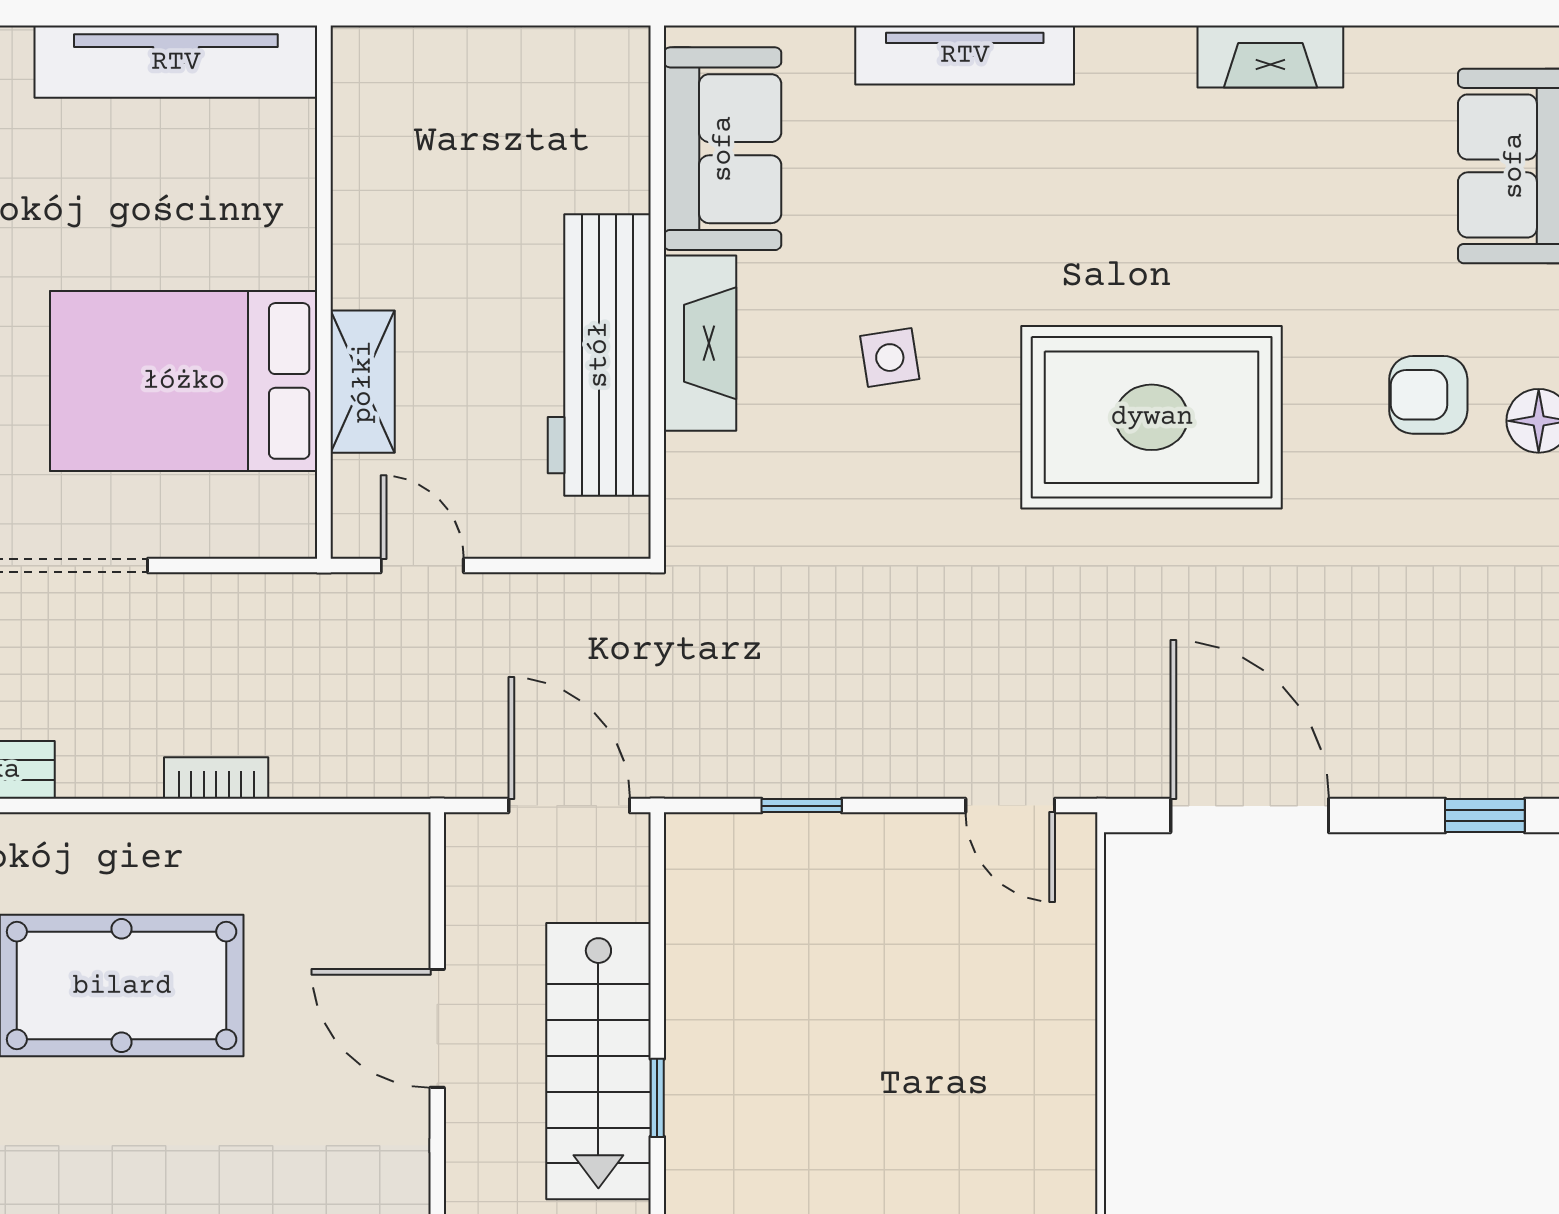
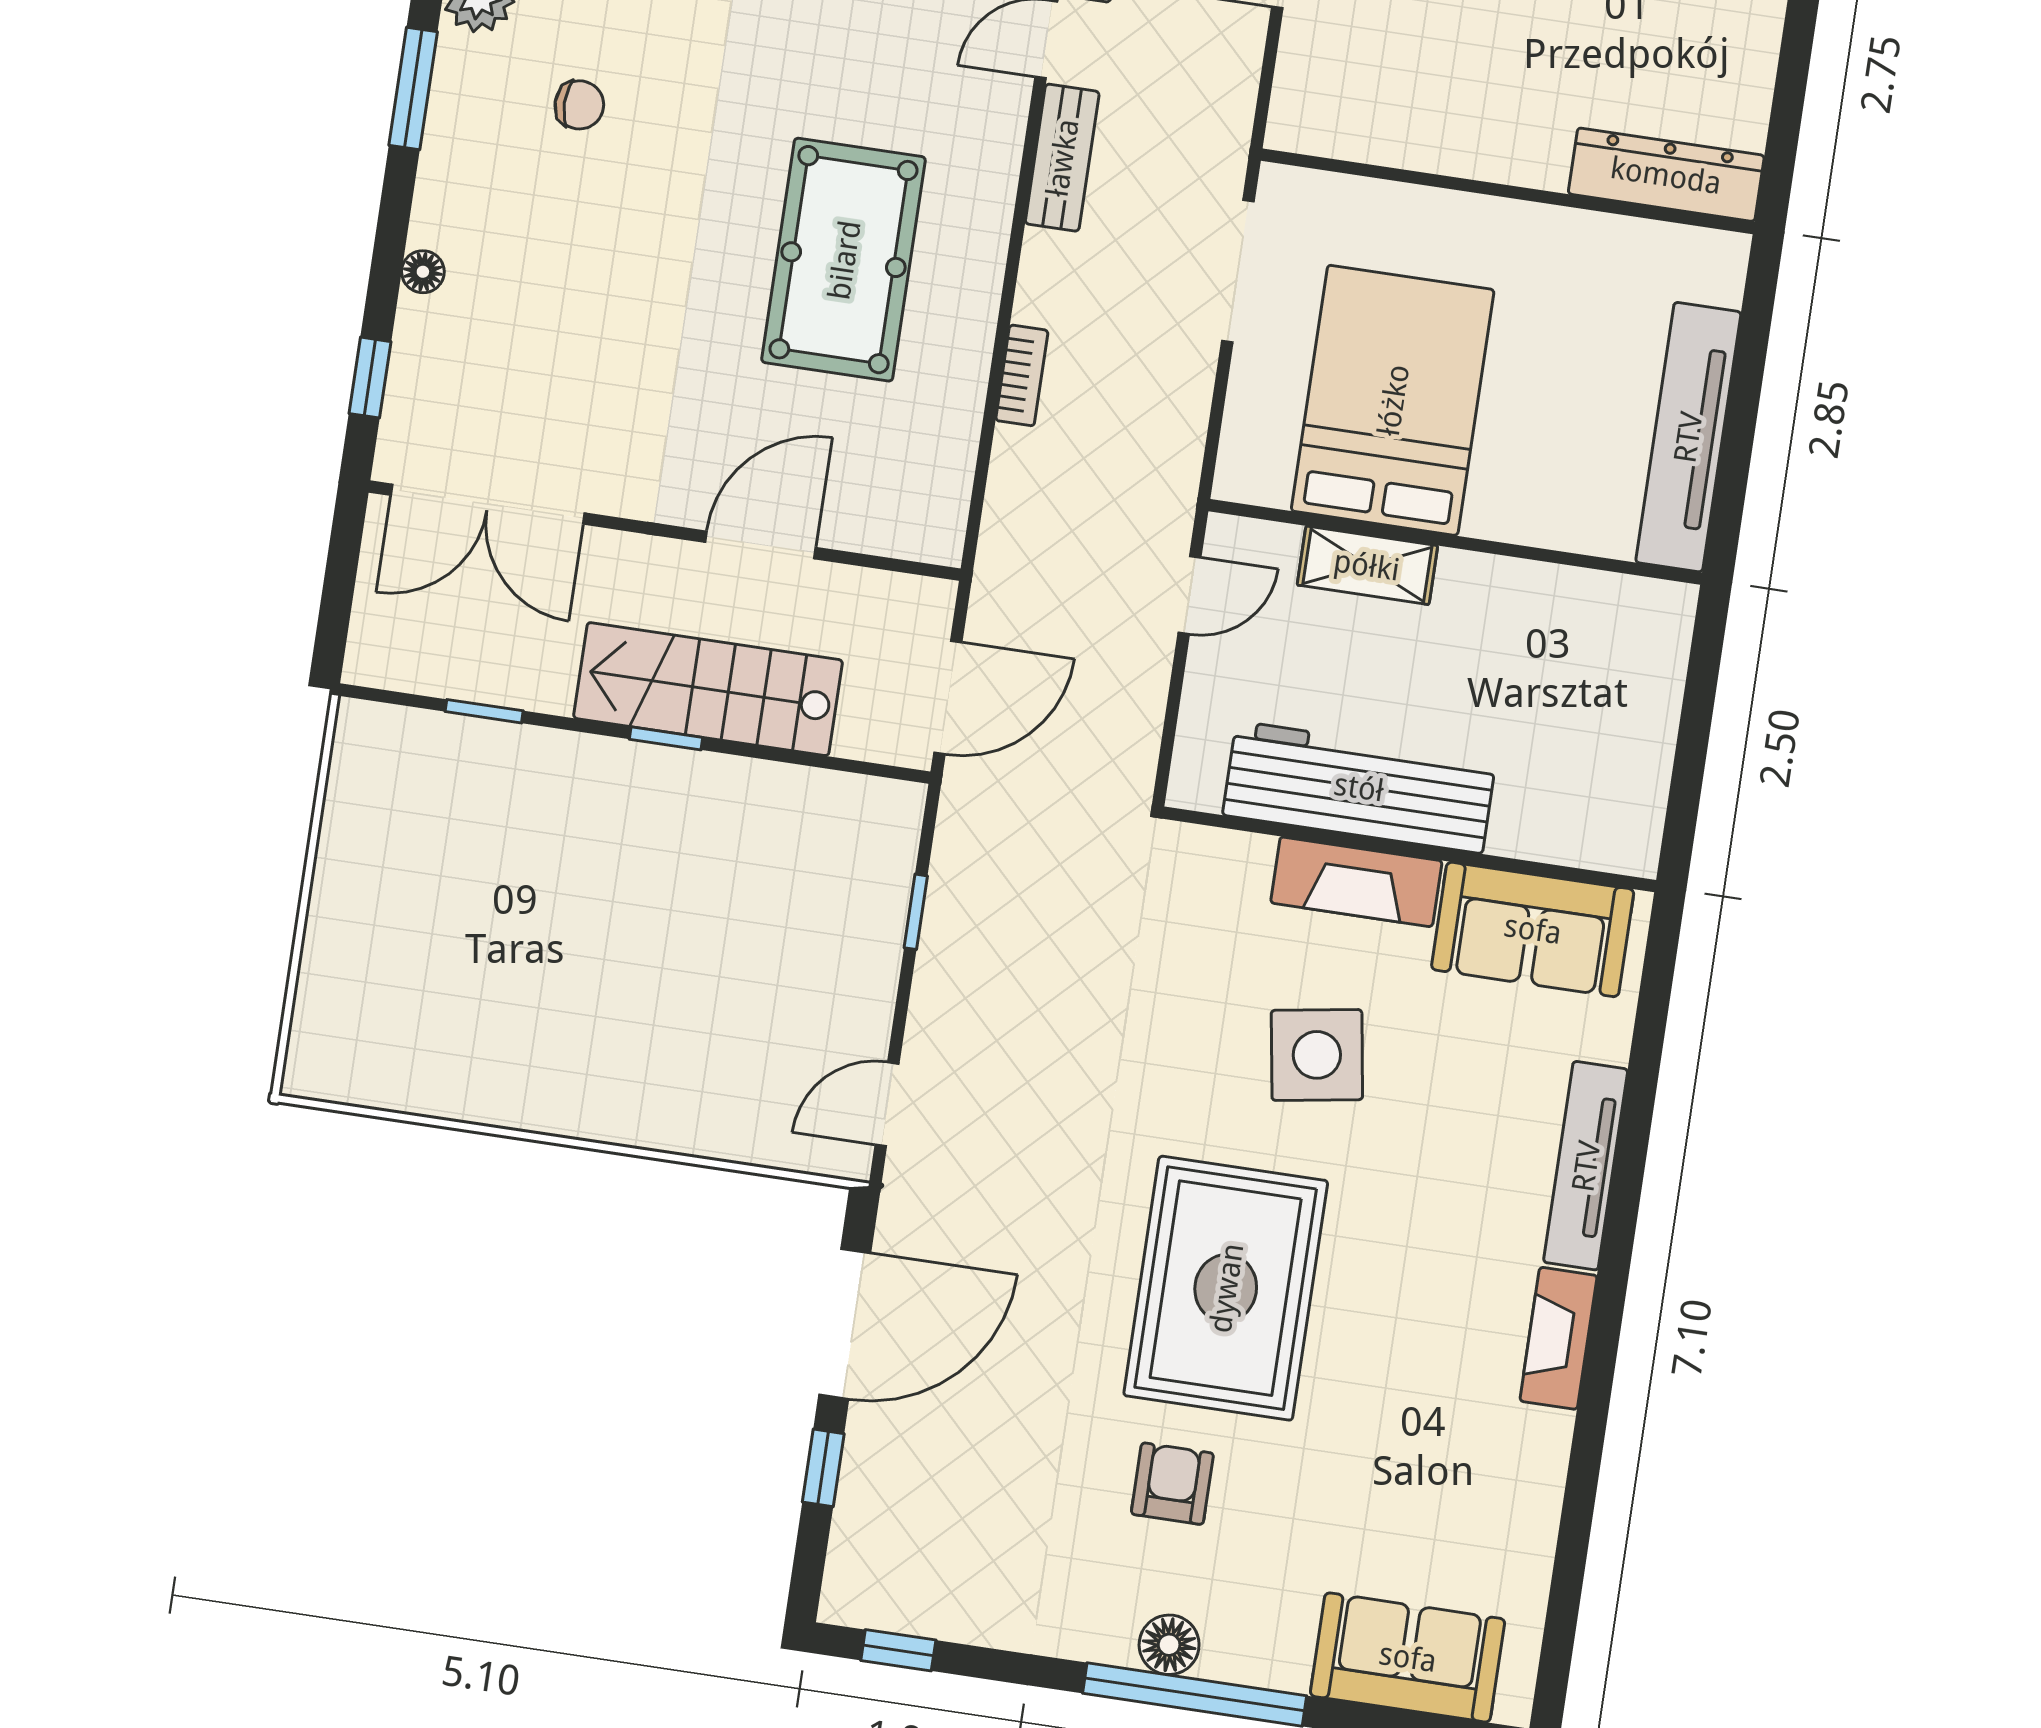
fireplace: (1270, 57) -> (1558, 1338), moved
side table: (890, 358) -> (1317, 1055), width x1.87, depth x1.87
armchair: (1428, 395) -> (1172, 1484), moved
window: (1485, 816) -> (823, 1468), moved

